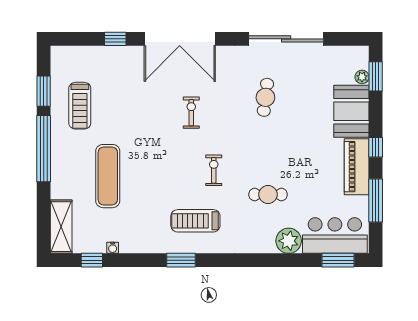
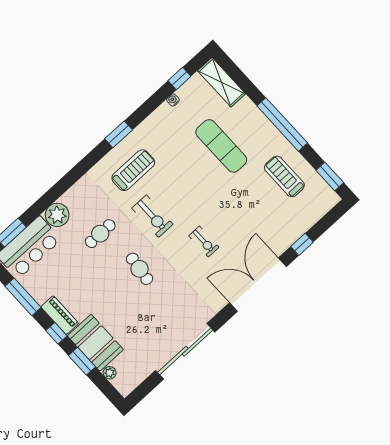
window: (376, 76) -> (82, 361), moved
window: (44, 91) -> (330, 176), moved
cafe table: (265, 97) -> (140, 269), moved
piano: (357, 167) -> (60, 315), width x0.73, depth x0.75
exercise bike: (214, 170) -> (152, 216), width x1.38, depth x1.39

